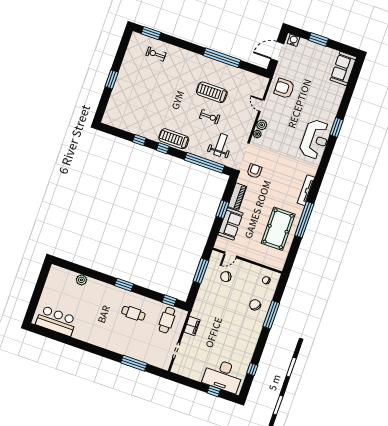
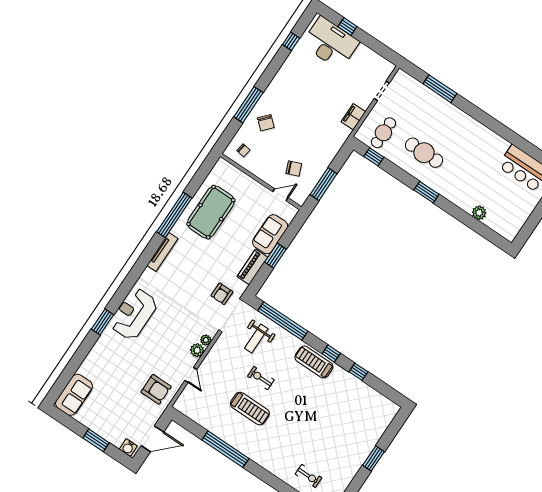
treadmill: (174, 139) -> (314, 362), turned 180
cafe table: (133, 313) -> (424, 153), width x1.37, depth x1.35

